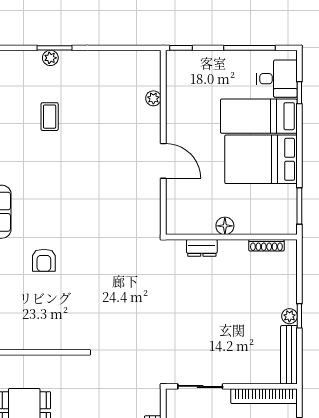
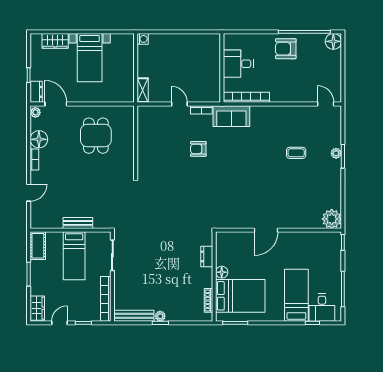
plant: (153, 98) -> (332, 219), moved, width x1.88, depth x1.88
bed: (261, 159) -> (240, 296), moved, turned 90

